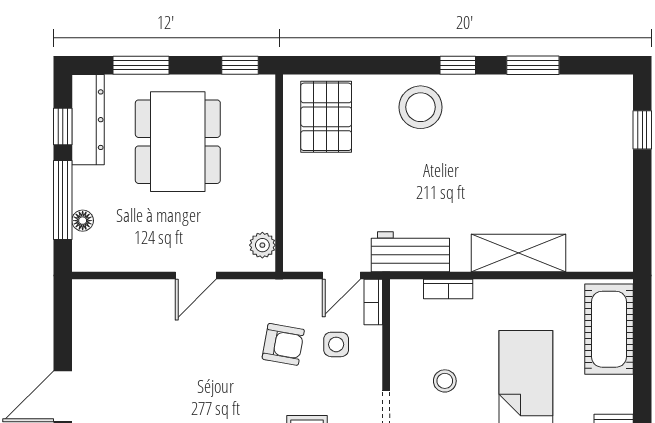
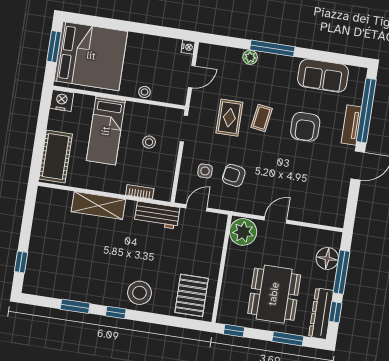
floor lamp: (83, 221) -> (327, 258), width x1.89, depth x1.89
plant: (262, 245) -> (243, 232), width x1.87, depth x1.87
bookcase: (373, 302) -> (181, 191), removed

